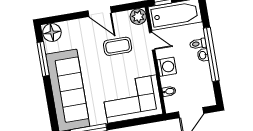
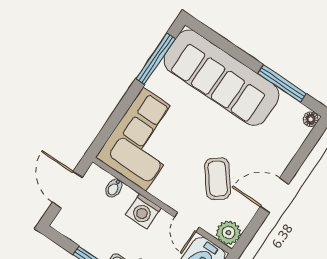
floor lamp: (52, 33) -> (311, 119), width x0.53, depth x0.53
door: (152, 41) -> (187, 222), hinge flipped
coffee table: (118, 46) -> (218, 179), turned -38

